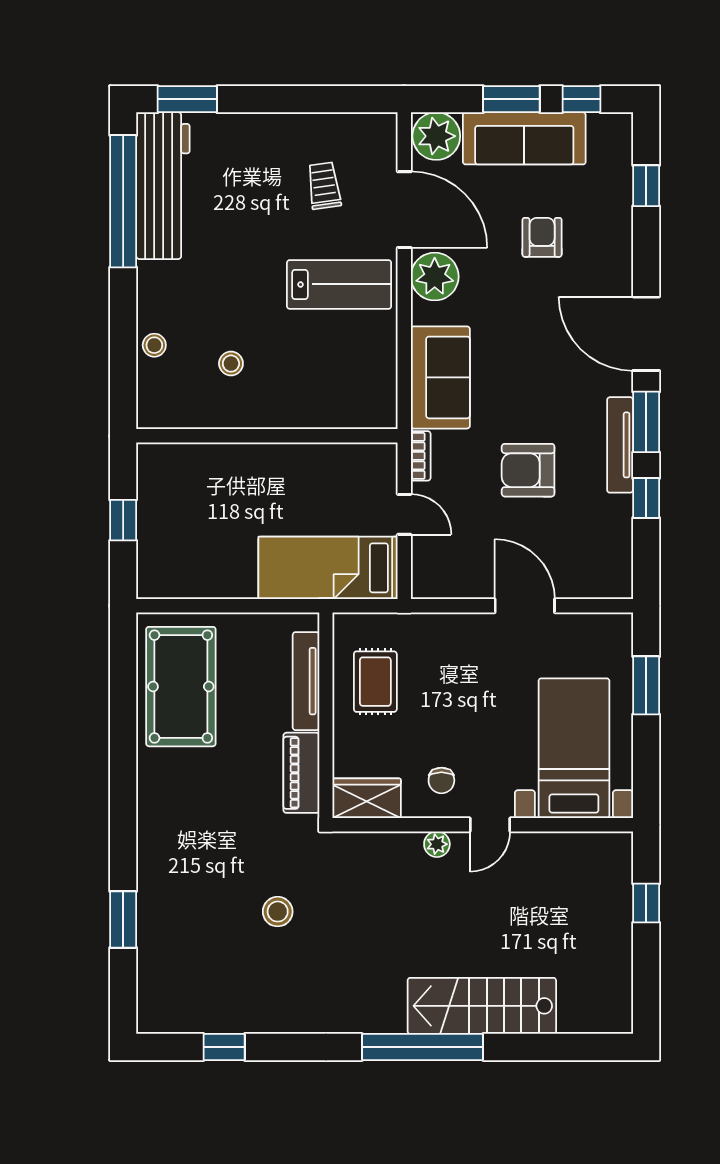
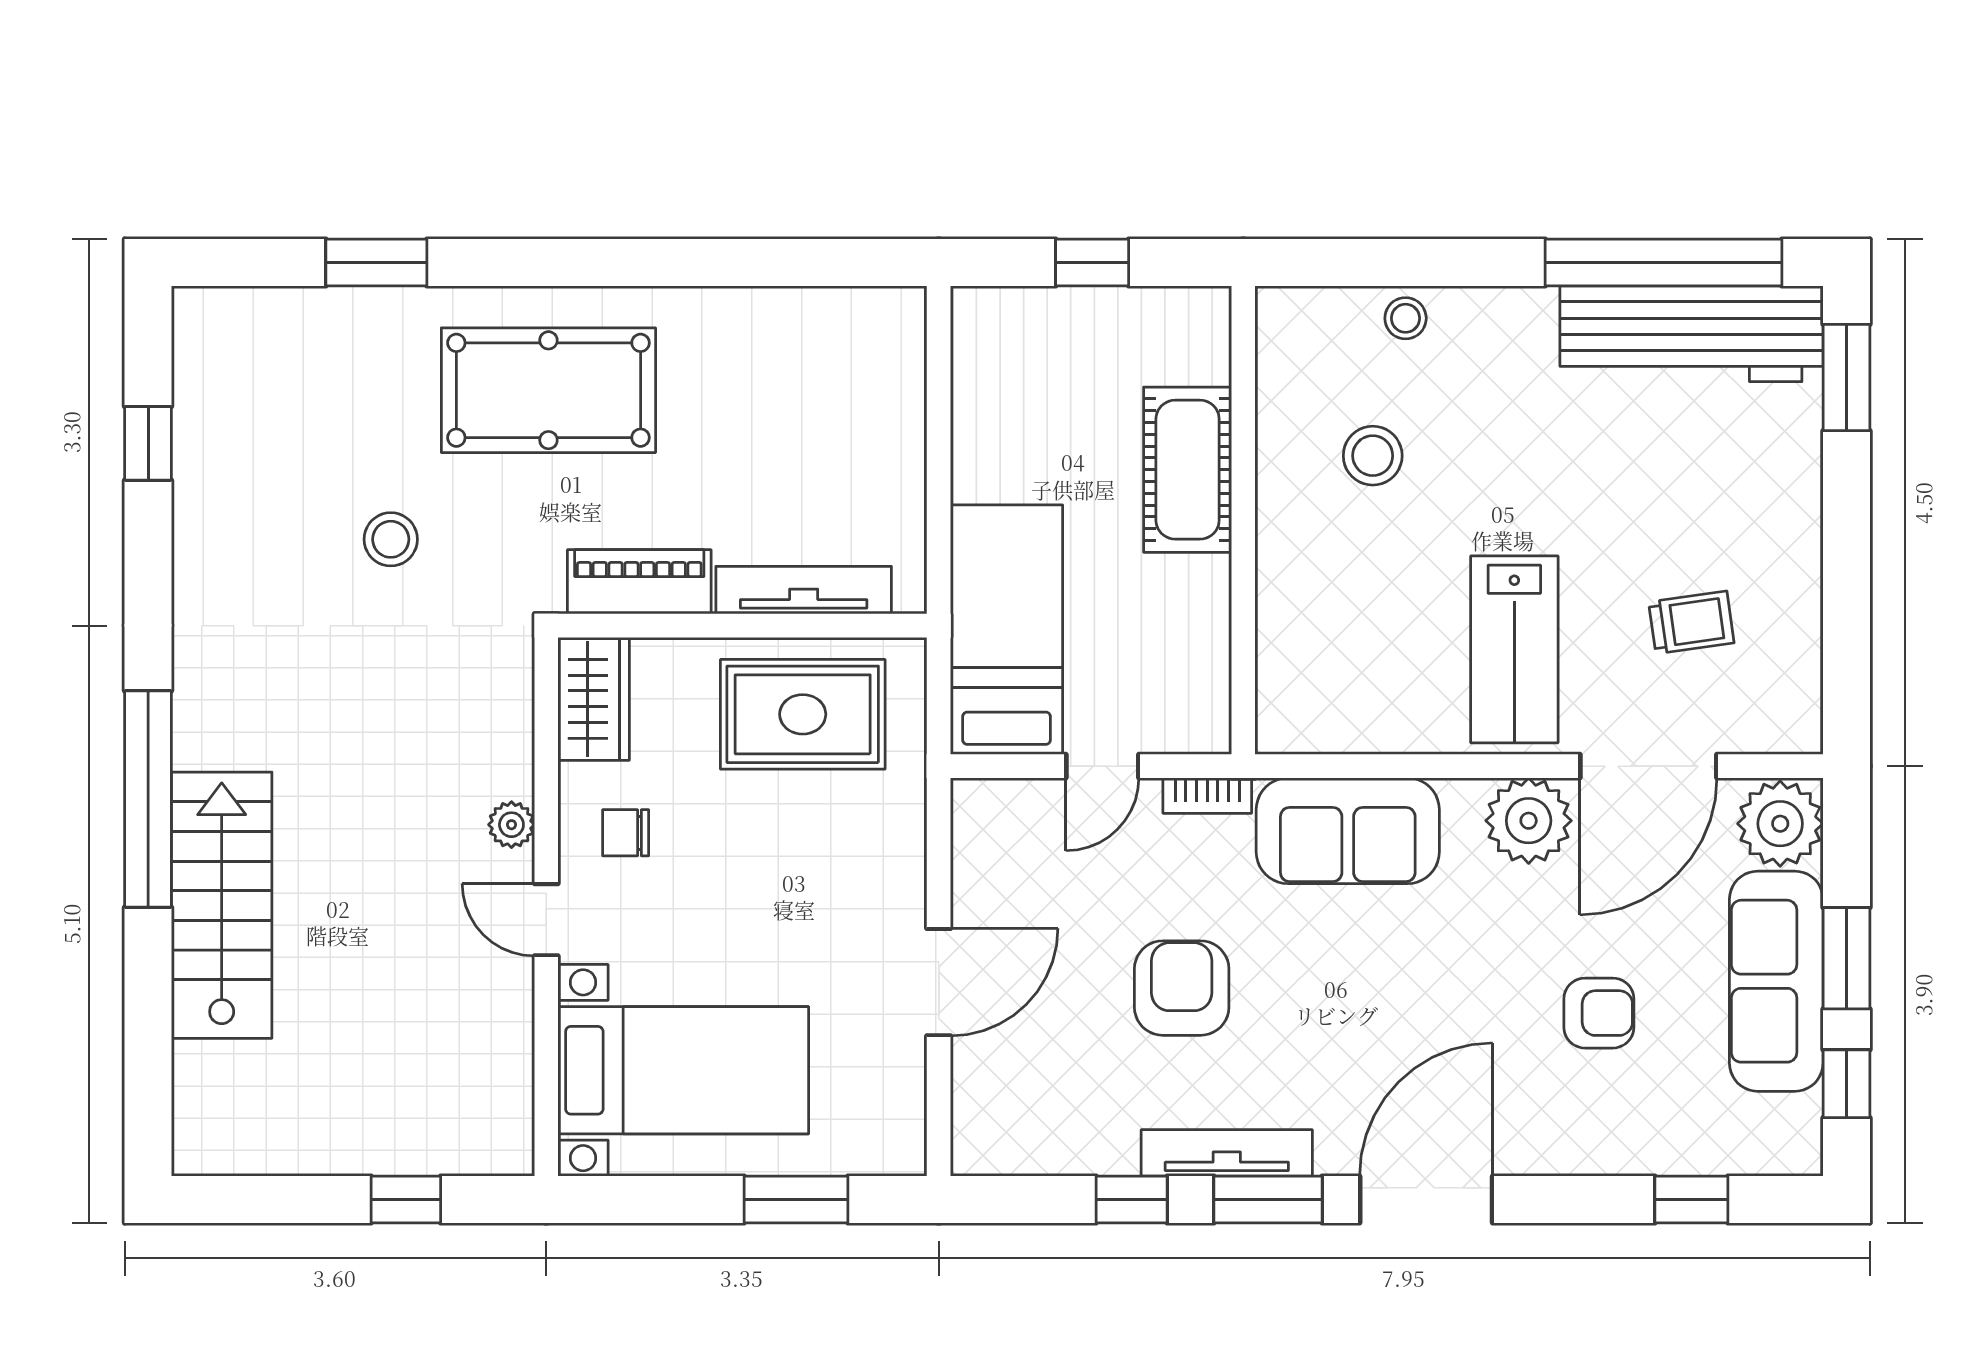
stool: (231, 364) -> (1373, 456), width x1.37, depth x1.37
cot: (239, 467) -> (1188, 470), added
rug: (375, 682) -> (803, 714), width x1.36, depth x1.43
pool table: (181, 687) -> (548, 390), moved

